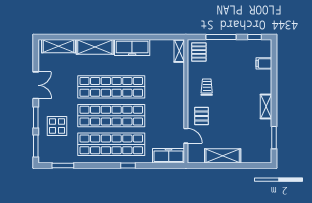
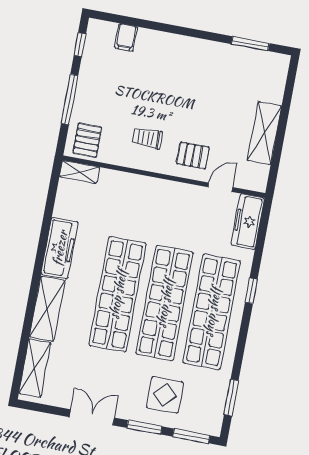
pallet: (199, 52) -> (87, 140), turned 90
shelving: (266, 106) -> (197, 47), removed

